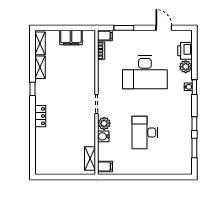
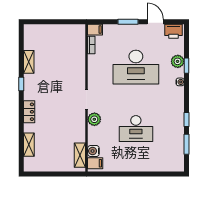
window: (124, 28) -> (128, 22), moved
filing cabinet: (71, 38) -> (60, 32), removed
shelving: (40, 43) -> (29, 145), moved
printer: (185, 51) -> (174, 31), moved, turned -90
window: (194, 87) -> (186, 66), moved
desk: (145, 133) -> (136, 129), turned -90
water cooler: (103, 136) -> (93, 151), moved

